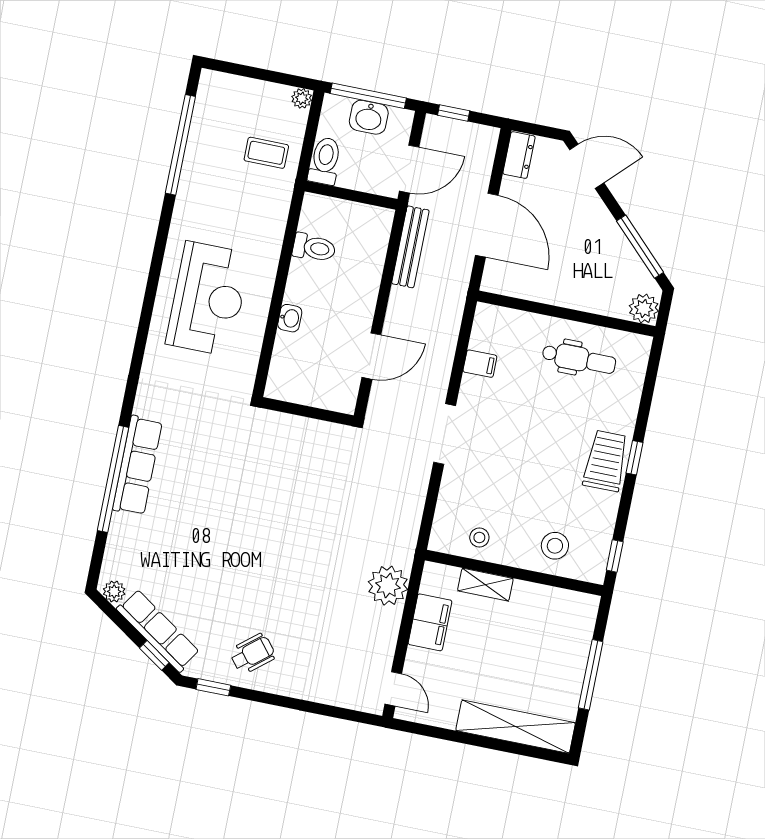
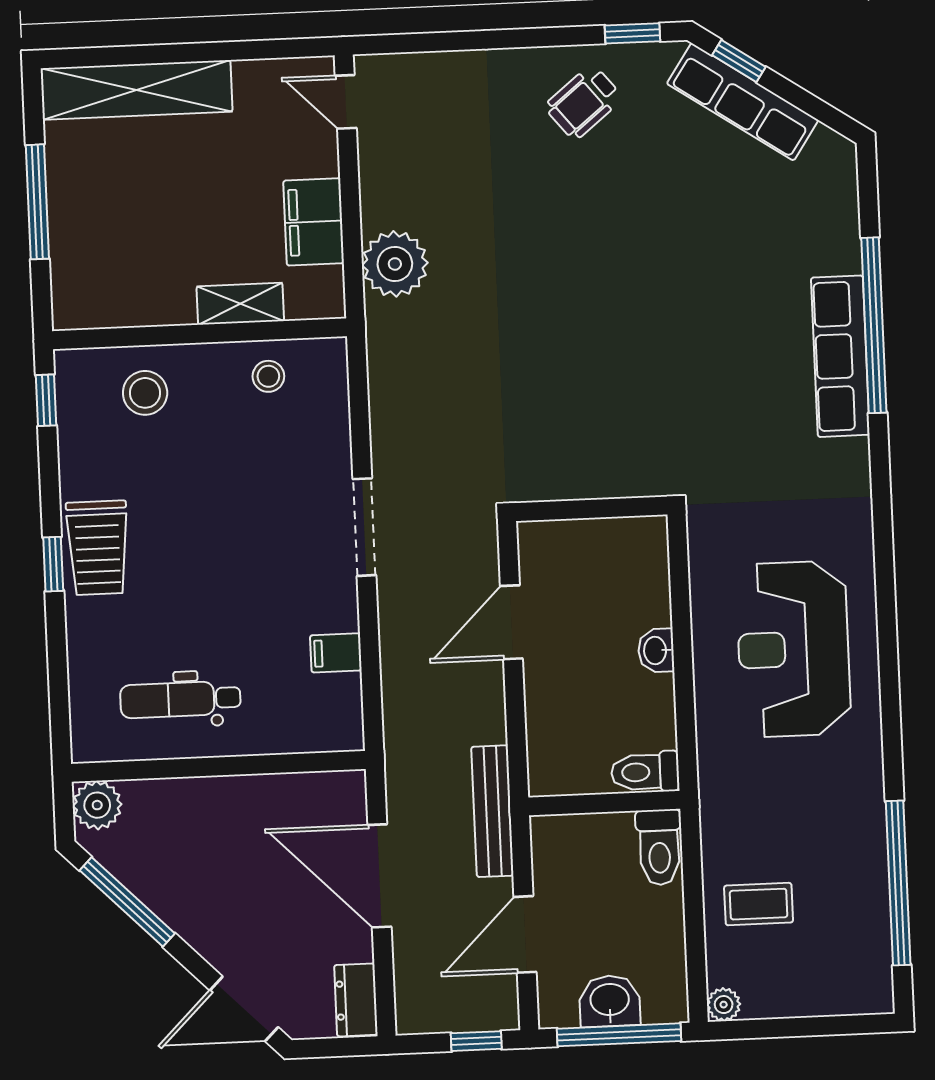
toilet: (325, 161) -> (659, 847), moved
wall: (351, 195) -> (604, 803), moved
plant: (114, 592) -> (828, 147), removed

